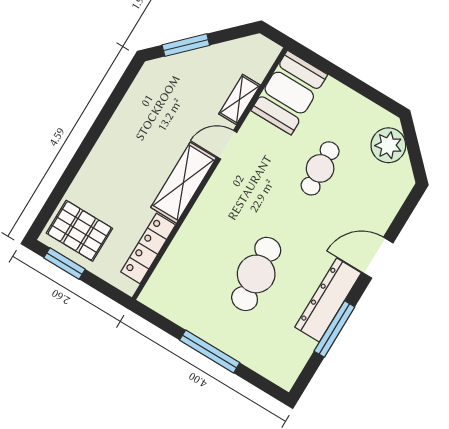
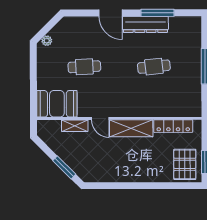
plant: (388, 145) -> (47, 41), width x0.53, depth x0.53
cafe table: (256, 274) -> (154, 67), width x0.73, depth x0.74

